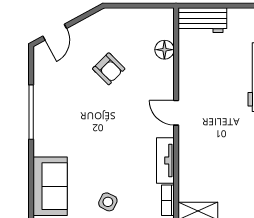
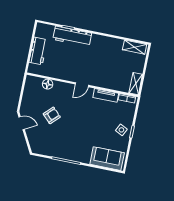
workbench: (202, 20) -> (38, 51), moved
door: (55, 32) -> (22, 123), moved

